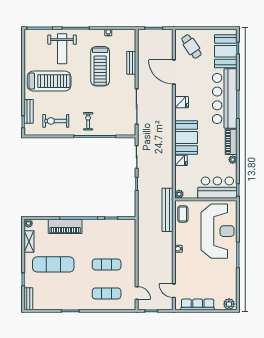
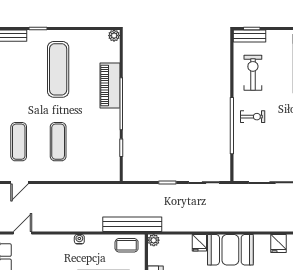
bench: (29, 111) -> (249, 36), moved
shelving: (29, 241) -> (89, 36), removed

